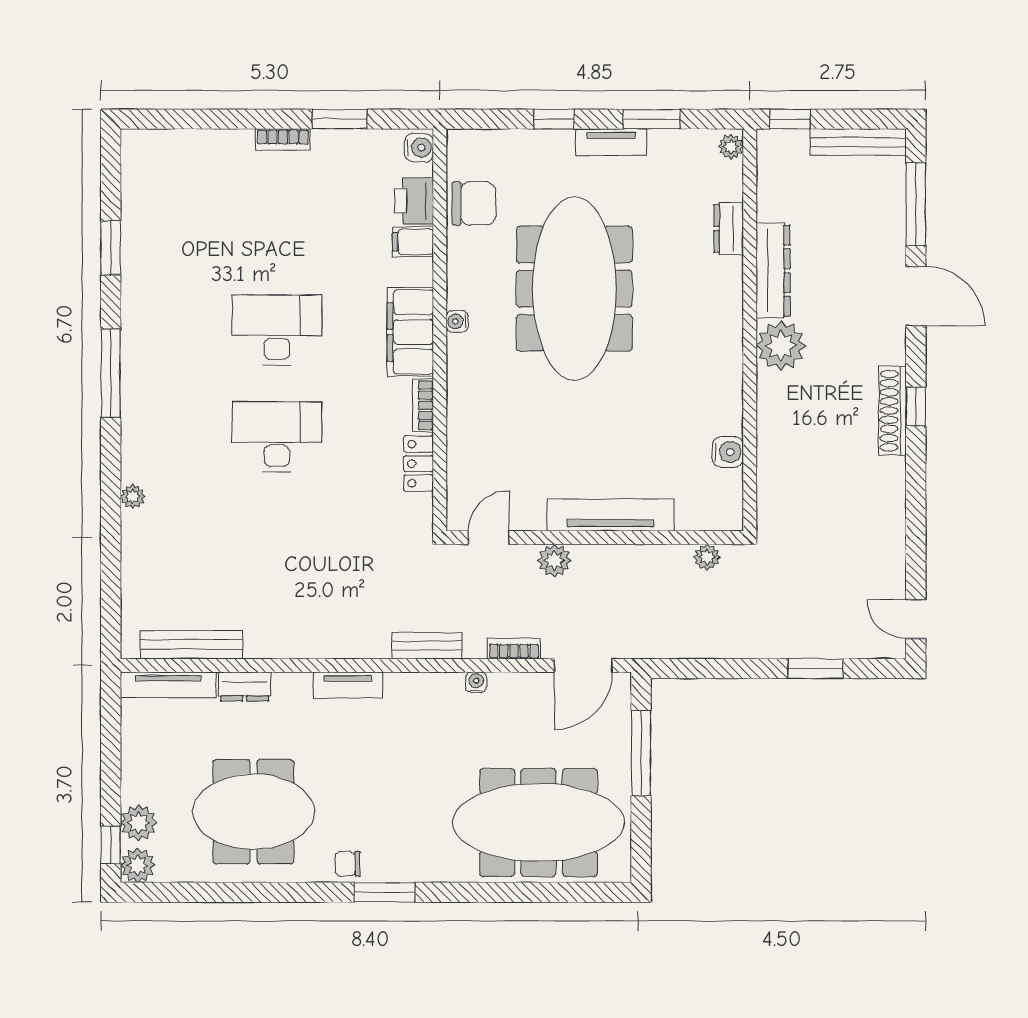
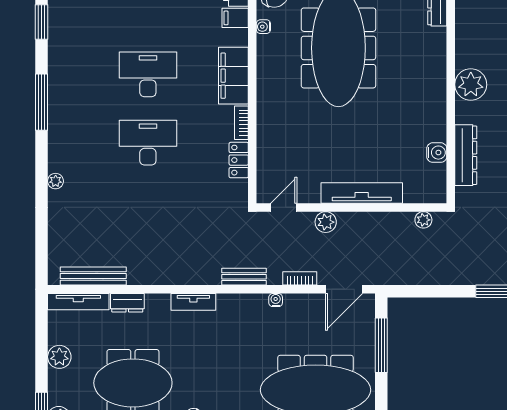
dresser: (773, 271) -> (466, 155), moved
water cooler: (457, 321) -> (263, 27), moved
plant: (139, 823) -> (59, 357), moved

